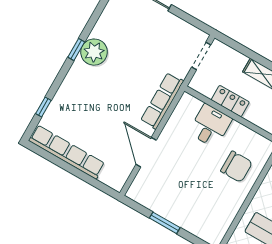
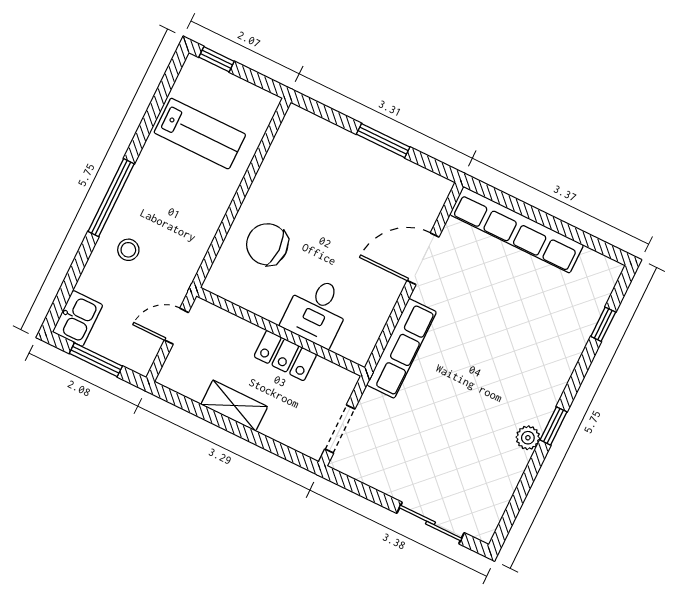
plant: (94, 52) -> (528, 438), width x0.53, depth x0.53
row of seats: (67, 152) -> (517, 230), moved
door: (146, 152) -> (423, 259), swing flipped

